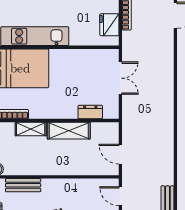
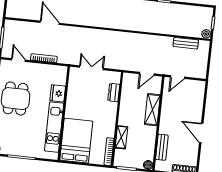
fridge: (109, 25) -> (58, 93), moved, turned 90
shelving: (69, 131) -> (152, 110), moved

